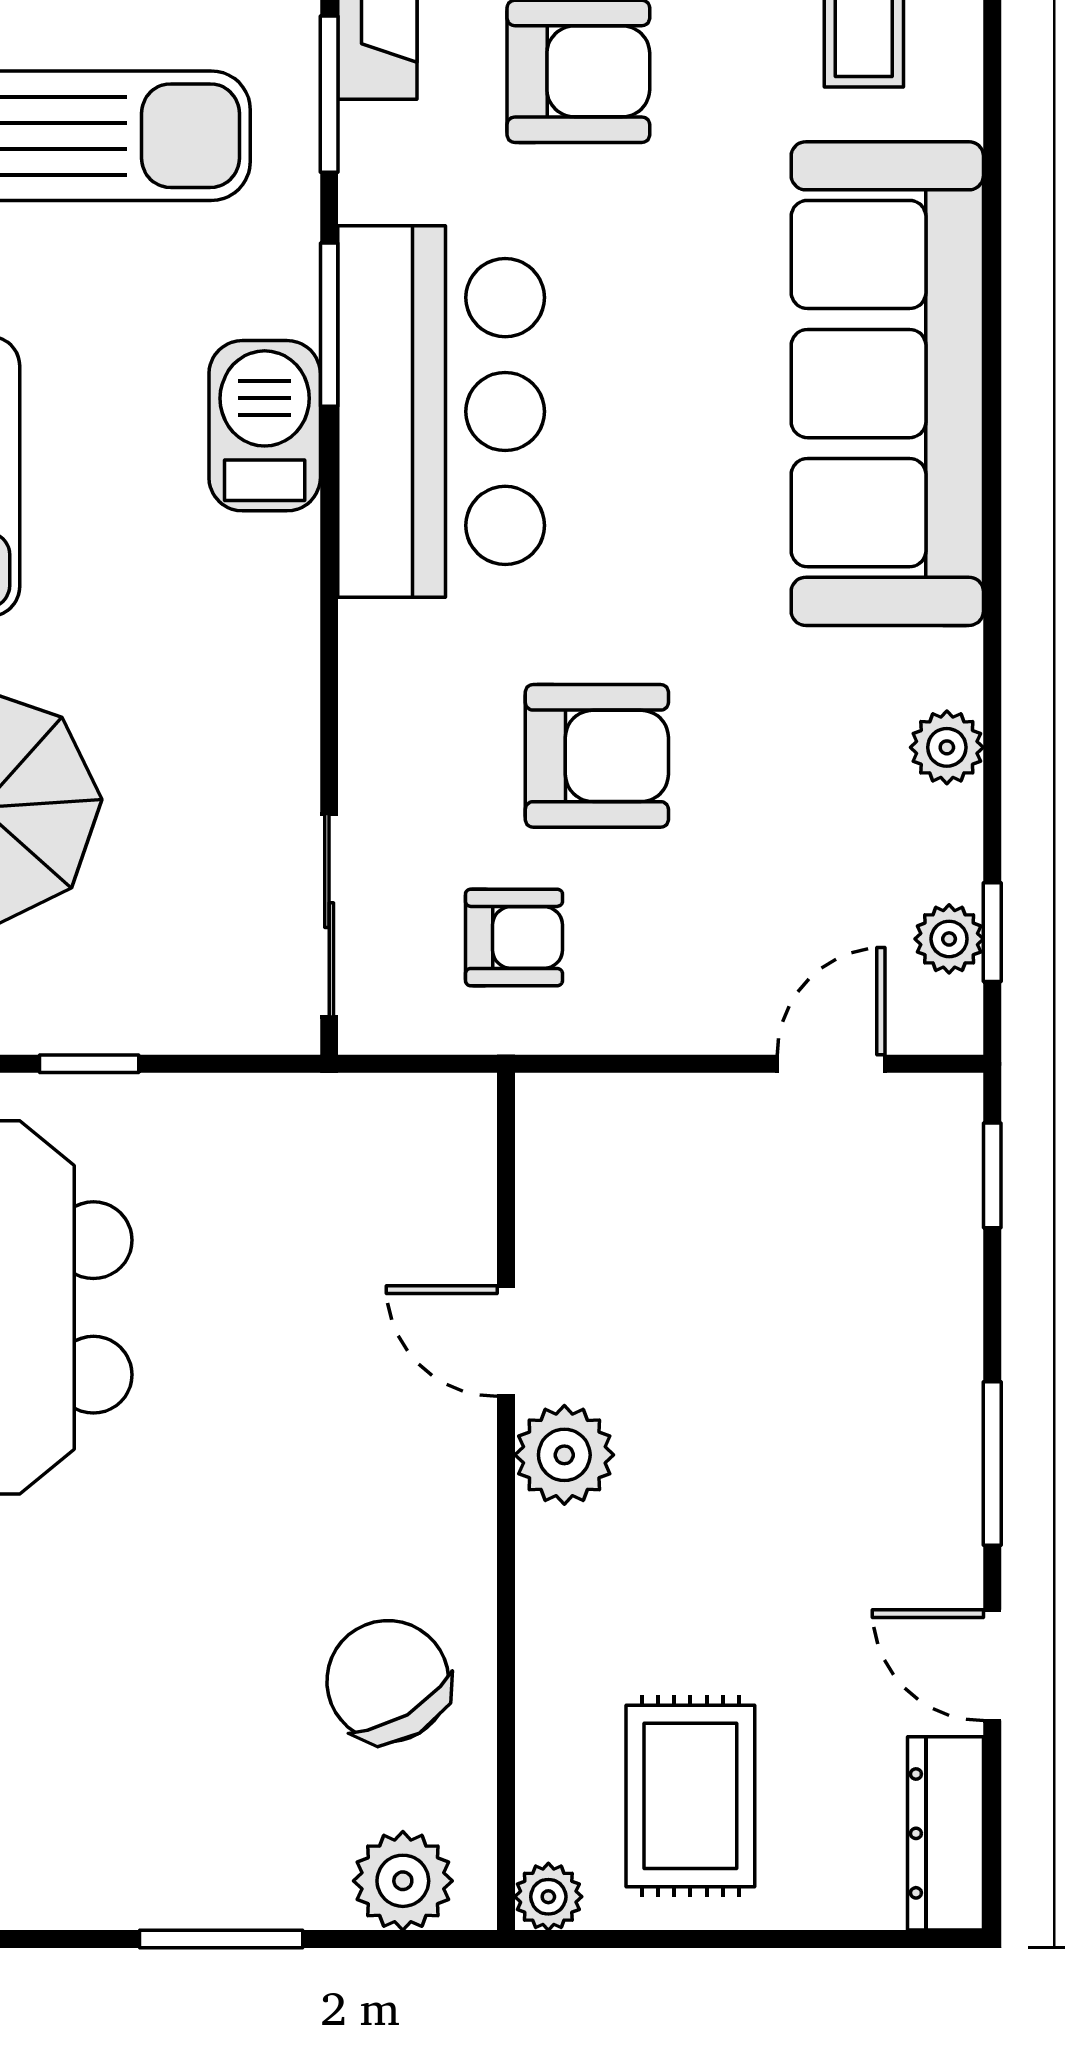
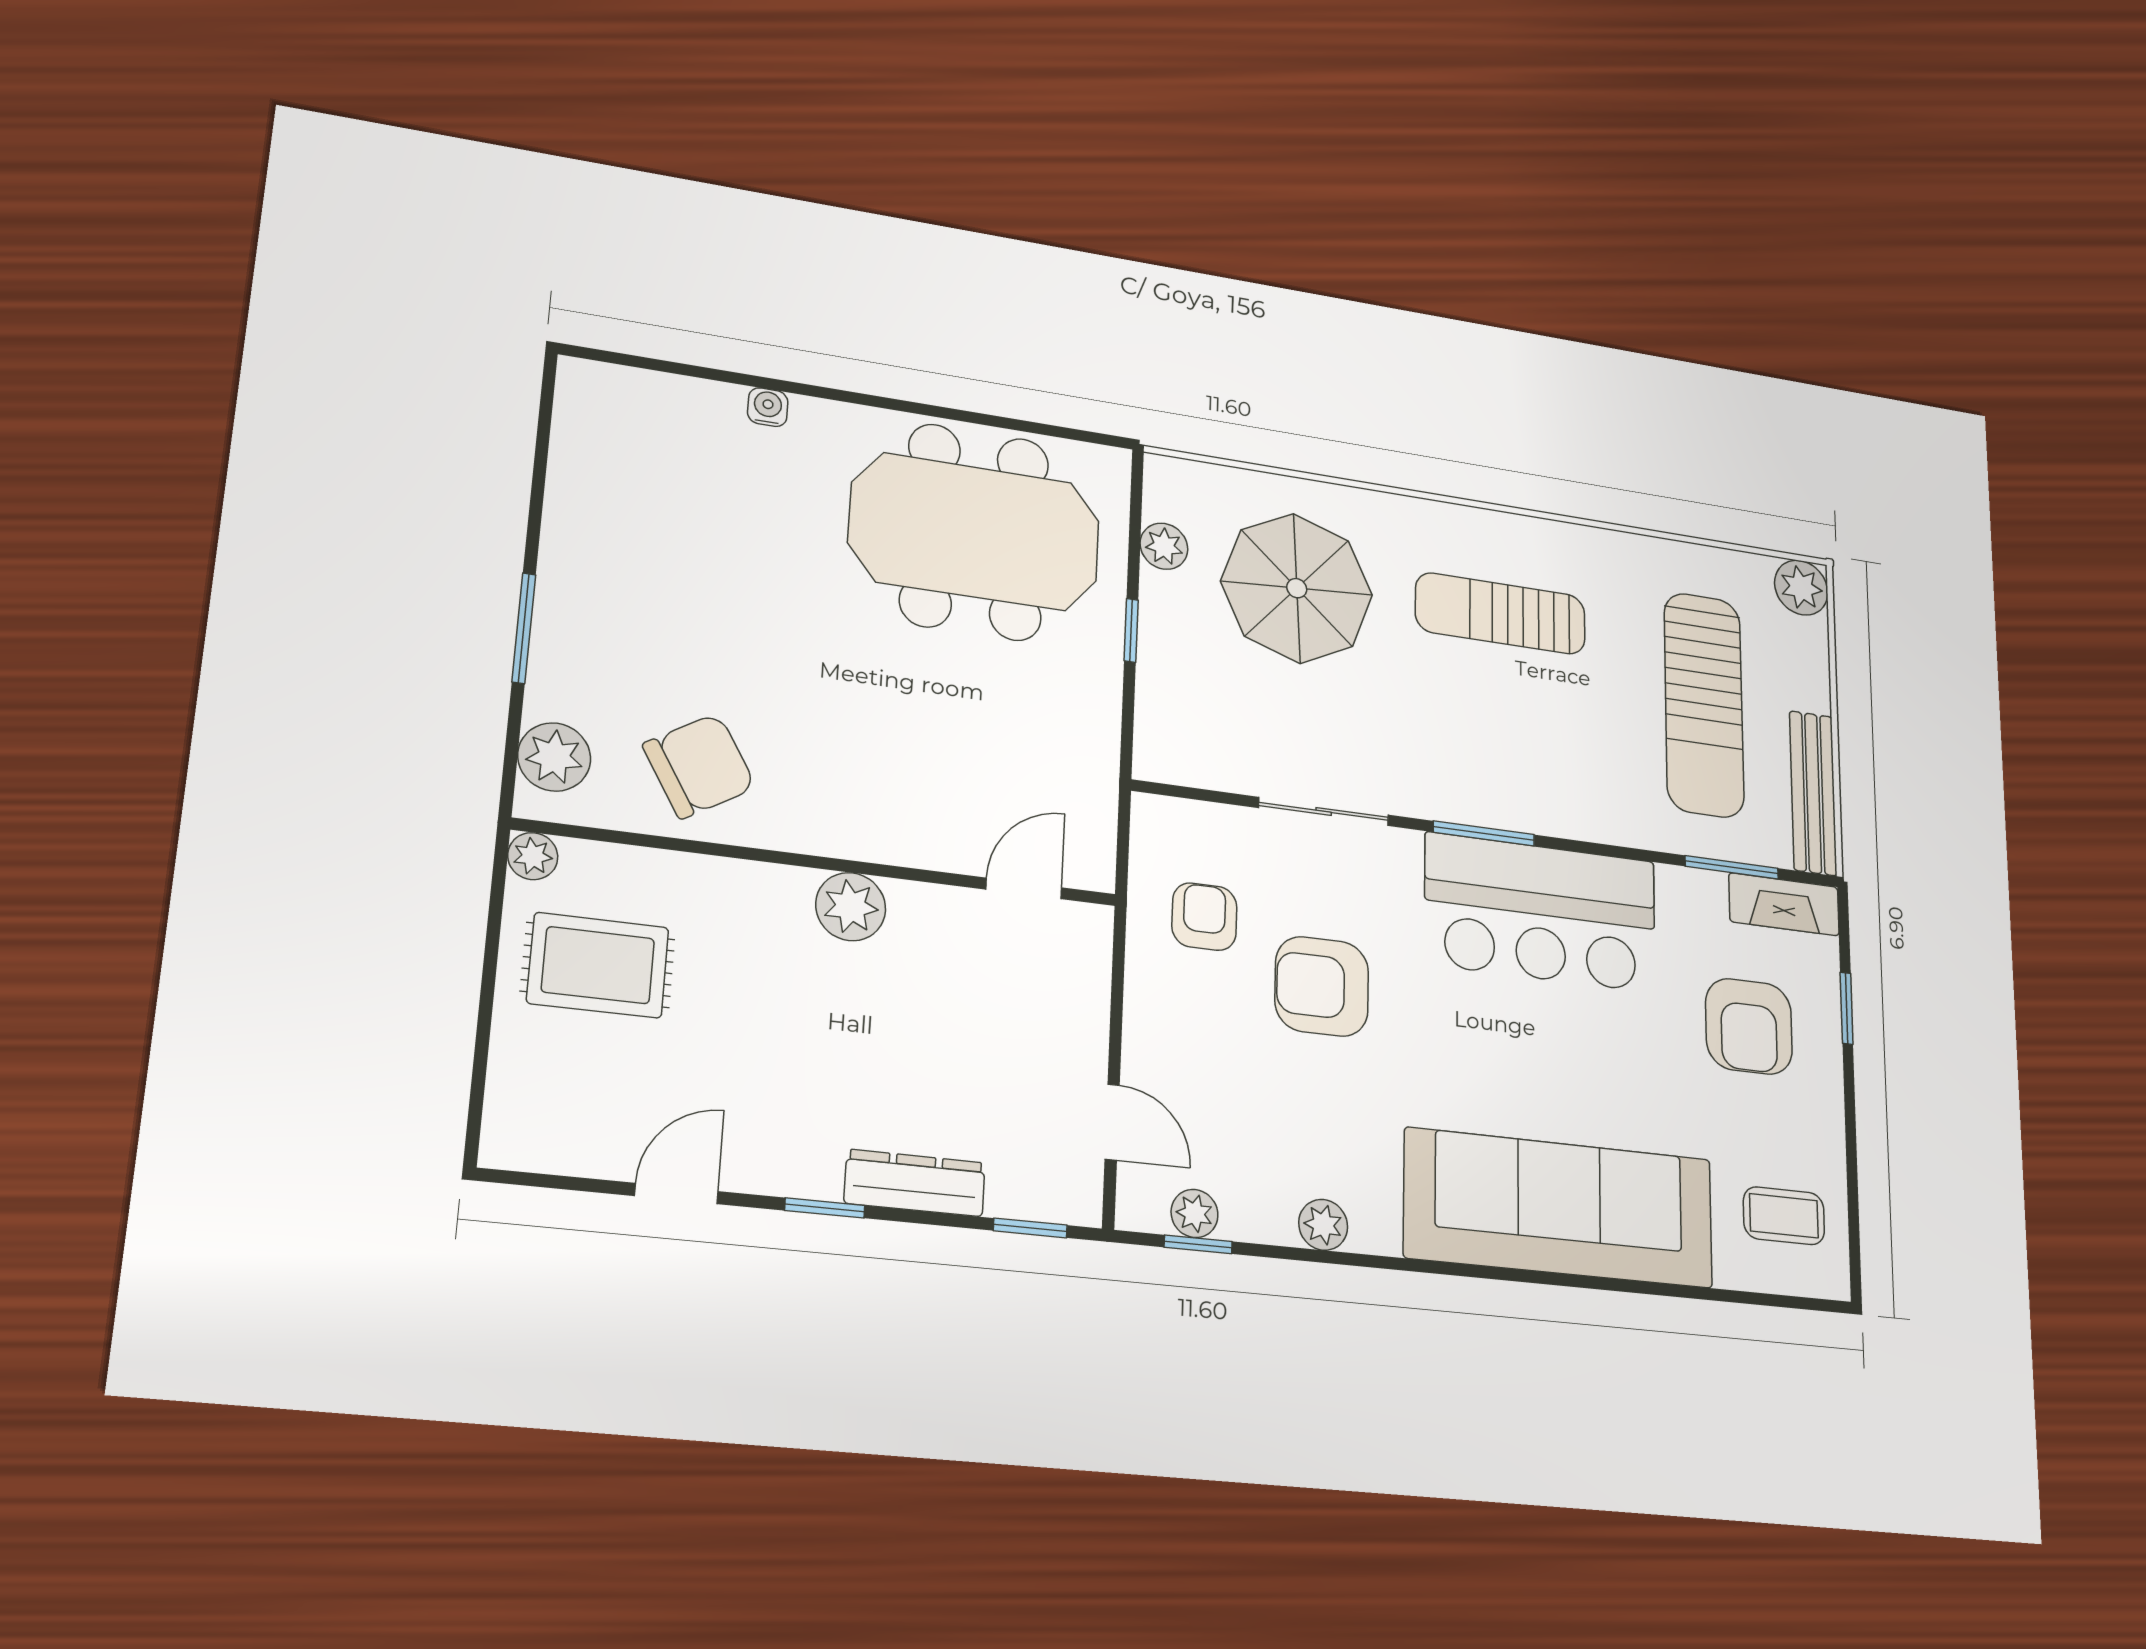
window: (329, 325) -> (1484, 833), moved
barbecue: (265, 426) -> (1532, 799), removed
armchair: (597, 756) -> (1322, 986), turned 90
sliding door: (329, 915) -> (1324, 811), moved
armchair: (514, 937) -> (1204, 917), turned 180
door: (506, 1341) -> (1024, 888), moved
window: (992, 1463) -> (825, 1208), width x0.67
dresser: (946, 1833) -> (915, 1183), moved

